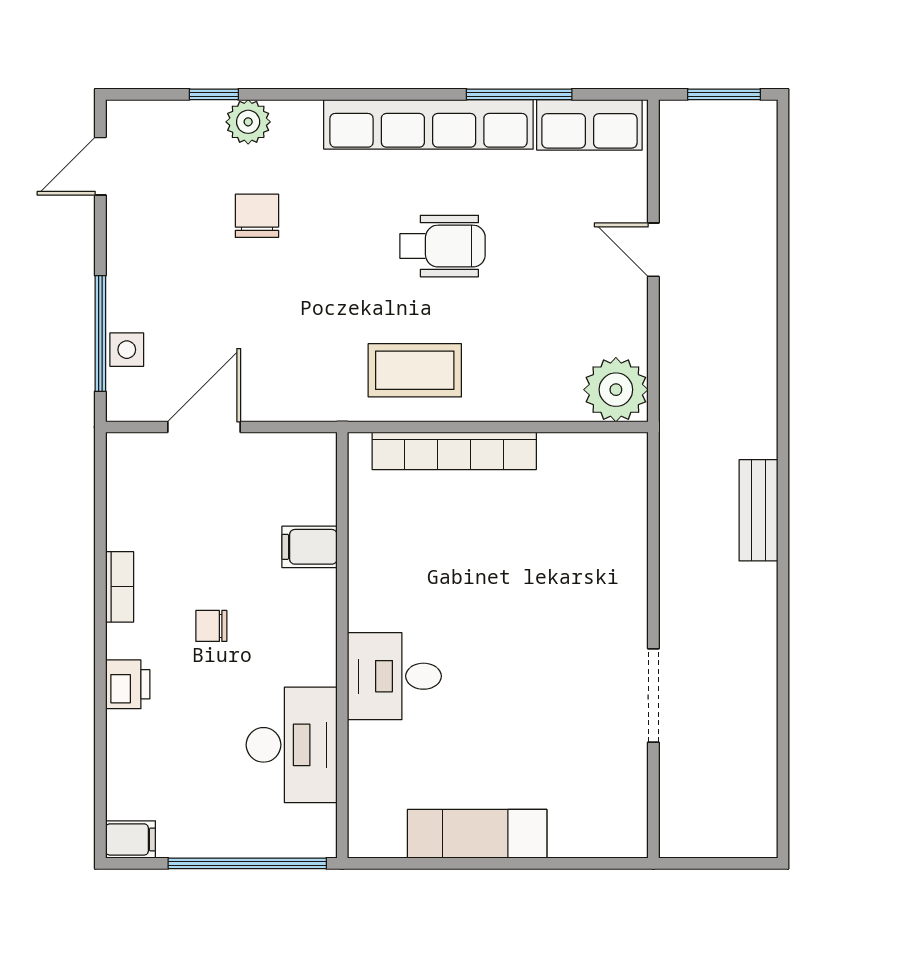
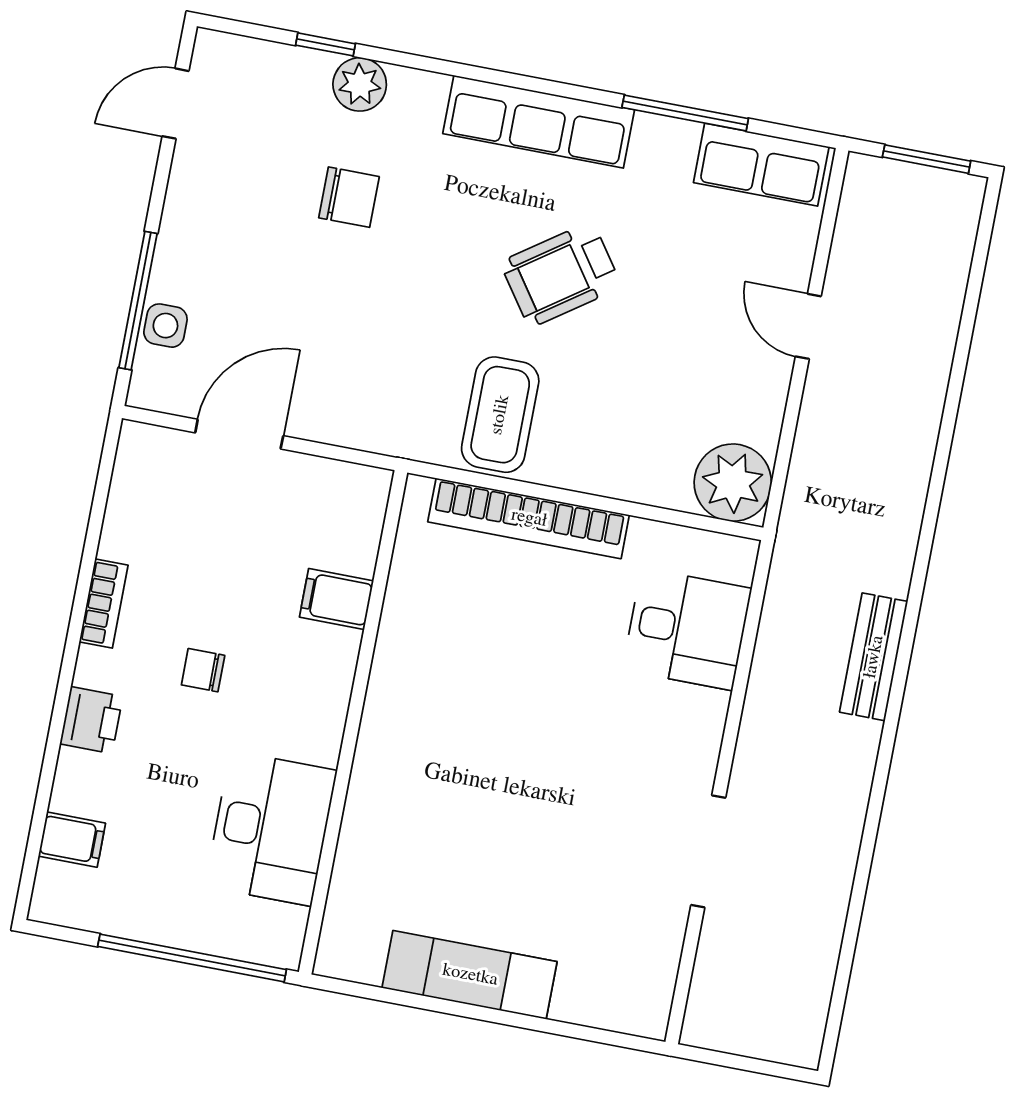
row of seats: (428, 124) -> (539, 122), width x0.73
chair: (257, 216) -> (349, 197), turned 90
wheelchair: (443, 246) -> (561, 274), turned 145
coffee table: (415, 370) -> (500, 415), turned 90
desk: (394, 676) -> (687, 629), moved, turned 180
filing cabinet: (130, 839) -> (72, 840), moved

